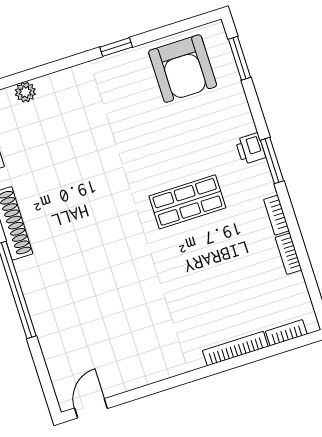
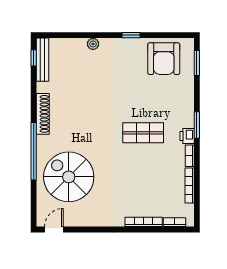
plant: (25, 92) -> (93, 44), moved
printer: (250, 149) -> (187, 136), moved
bookcase: (288, 254) -> (190, 185), width x1.56
spiral stairs: (88, 314) -> (69, 177), added

